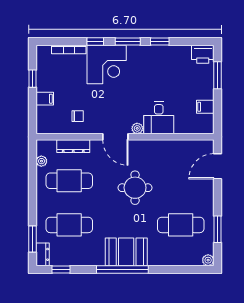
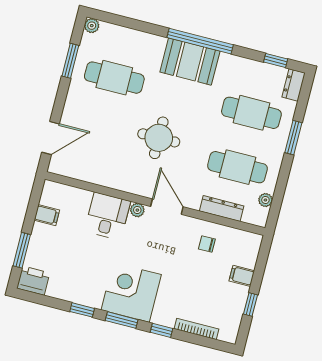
corner desk: (107, 64) -> (131, 292), moved
window: (32, 239) -> (293, 138), moved

